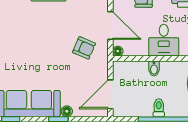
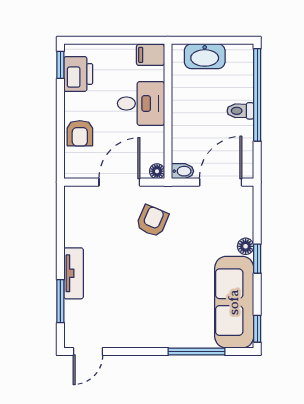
bidet: (154, 68) -> (183, 171), moved
door: (110, 94) -> (221, 182), swing flipped

